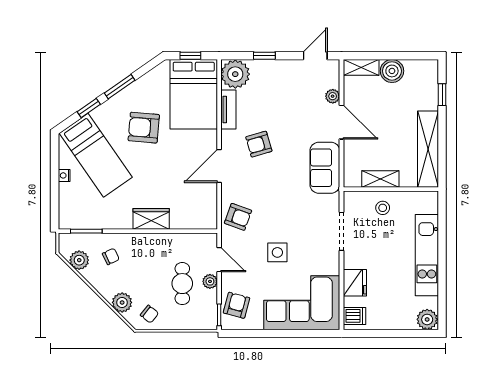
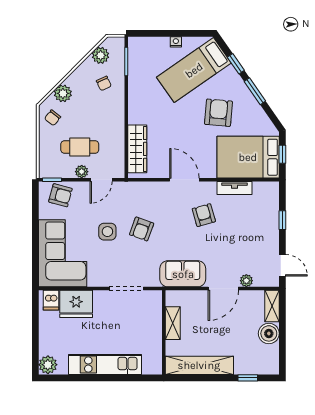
plant: (235, 74) -> (266, 194), removed
stool: (383, 208) -> (147, 325), removed
armchair: (238, 217) -> (142, 229), moved
wardrobe: (151, 219) -> (137, 149), moved, width x1.50
fridge: (355, 283) -> (76, 304), width x1.36, depth x1.34

